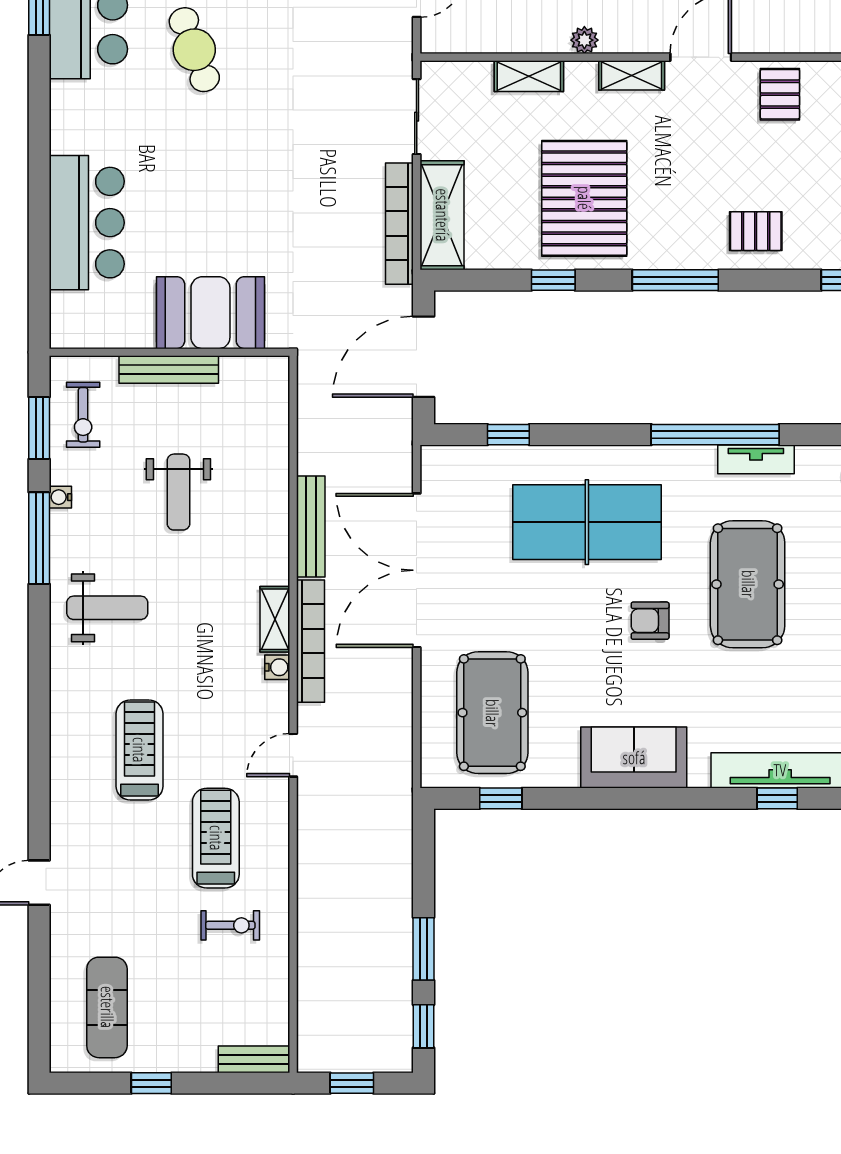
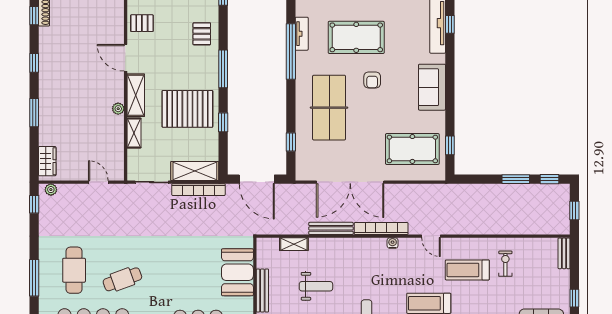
shelving: (632, 75) -> (136, 95), width x1.50, depth x1.33
shelving: (275, 619) -> (294, 244), moved

